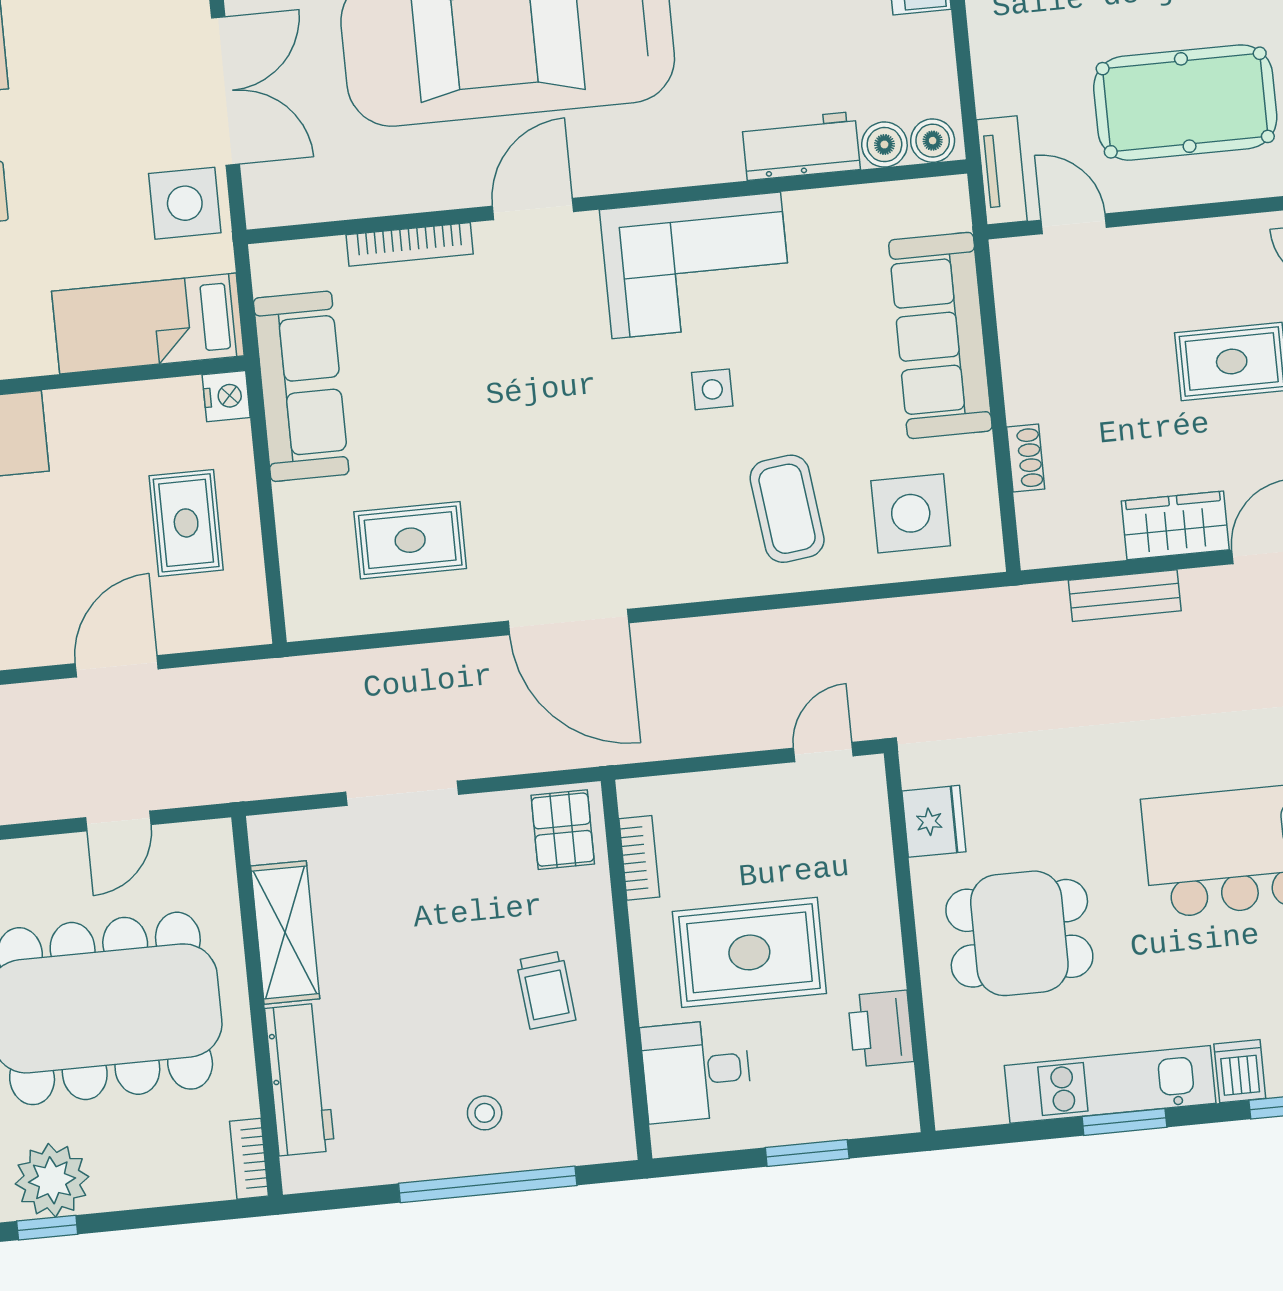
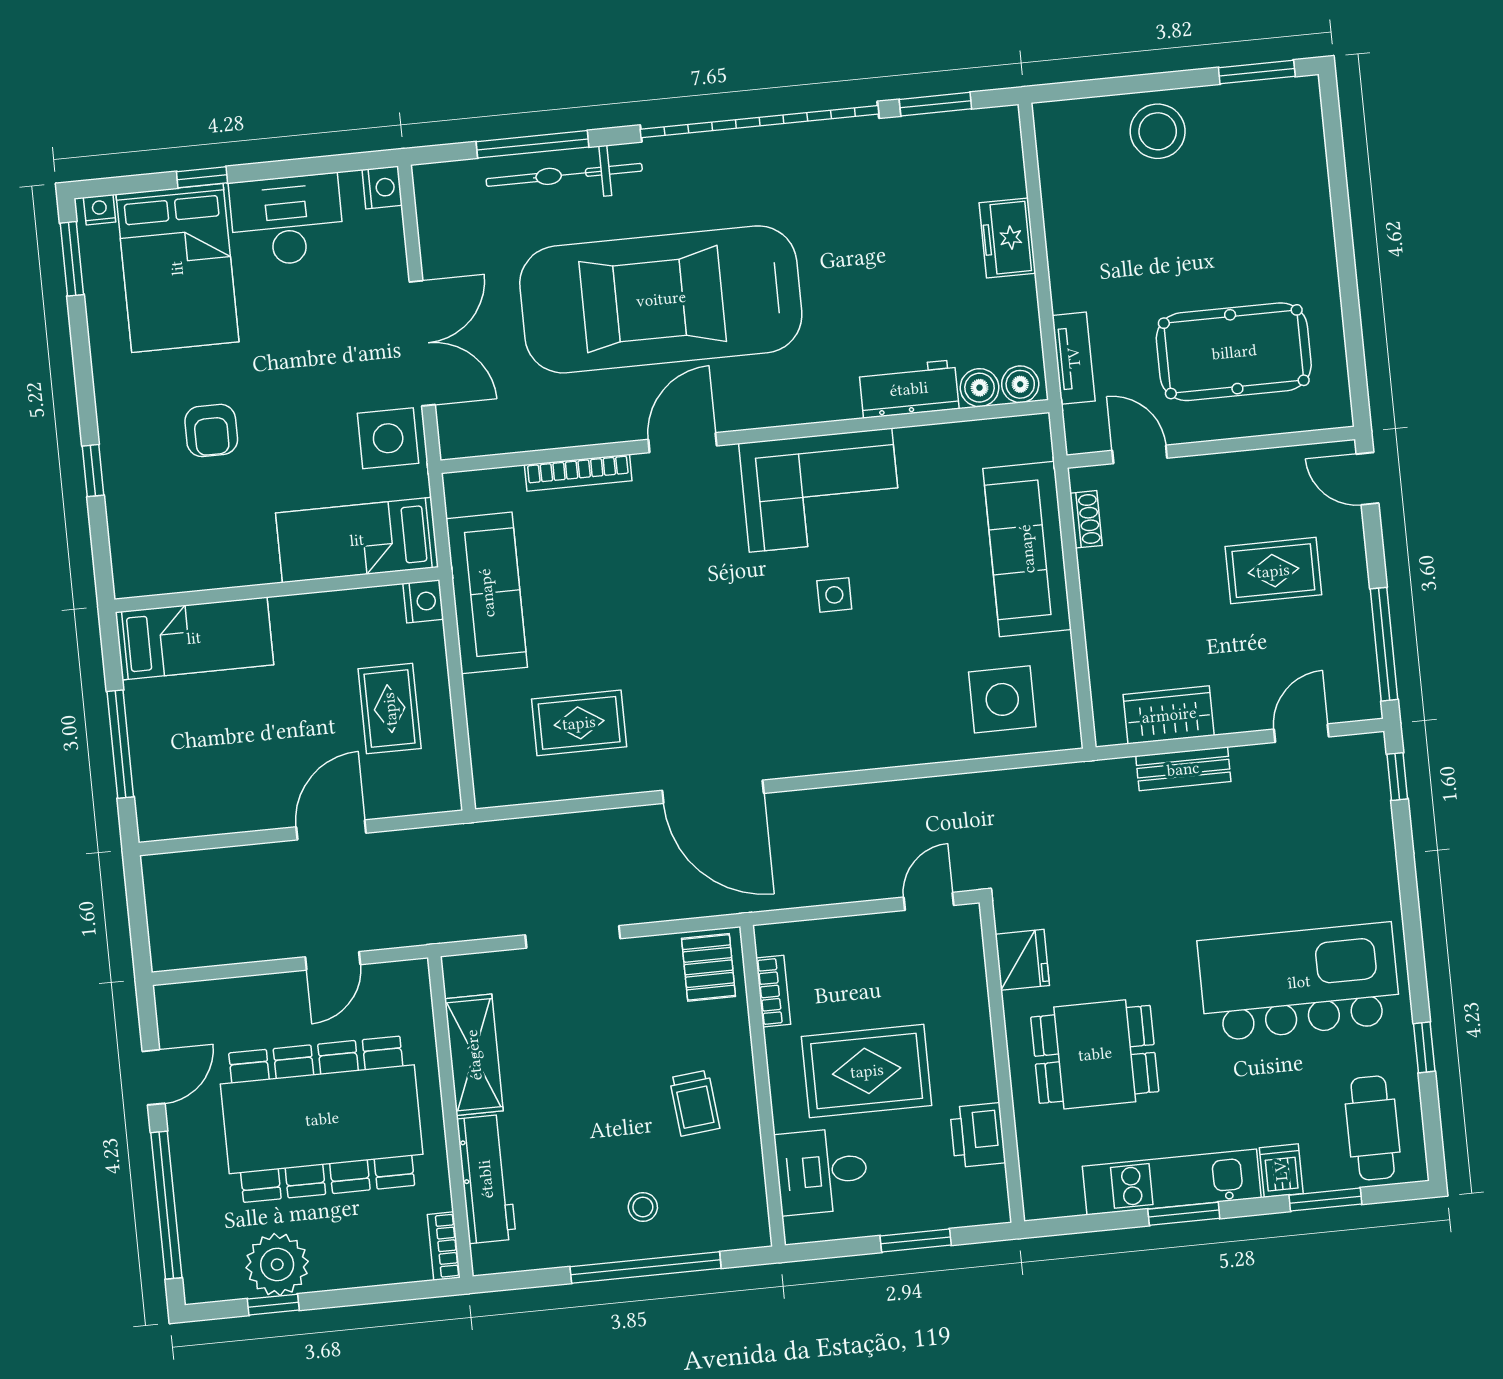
tv unit: (1002, 170) -> (1074, 358), moved
shoe rack: (1026, 458) -> (1086, 519), moved
coffee table: (787, 509) -> (898, 696), removed
wardrobe: (1175, 525) -> (1169, 715), moved

